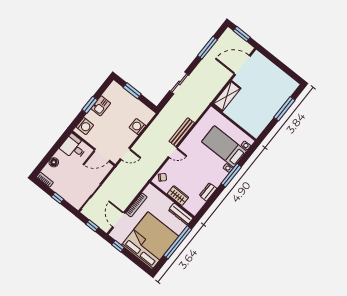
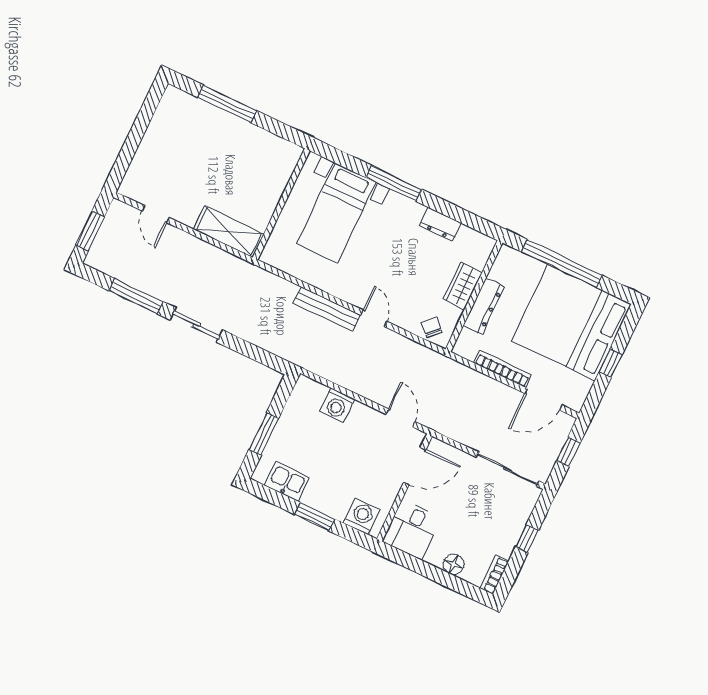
door: (242, 65) -> (156, 214), width x0.53
sliding door: (179, 83) -> (196, 325), moved
kitchen sink: (101, 106) -> (287, 481), moved
door: (102, 155) -> (415, 466), hinge flipped
dresser: (181, 214) -> (484, 306), moved
window: (118, 246) -> (611, 363), moved

